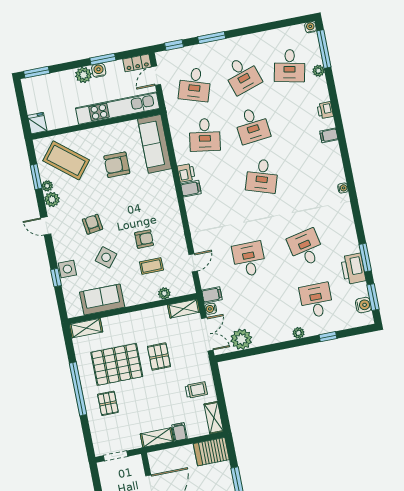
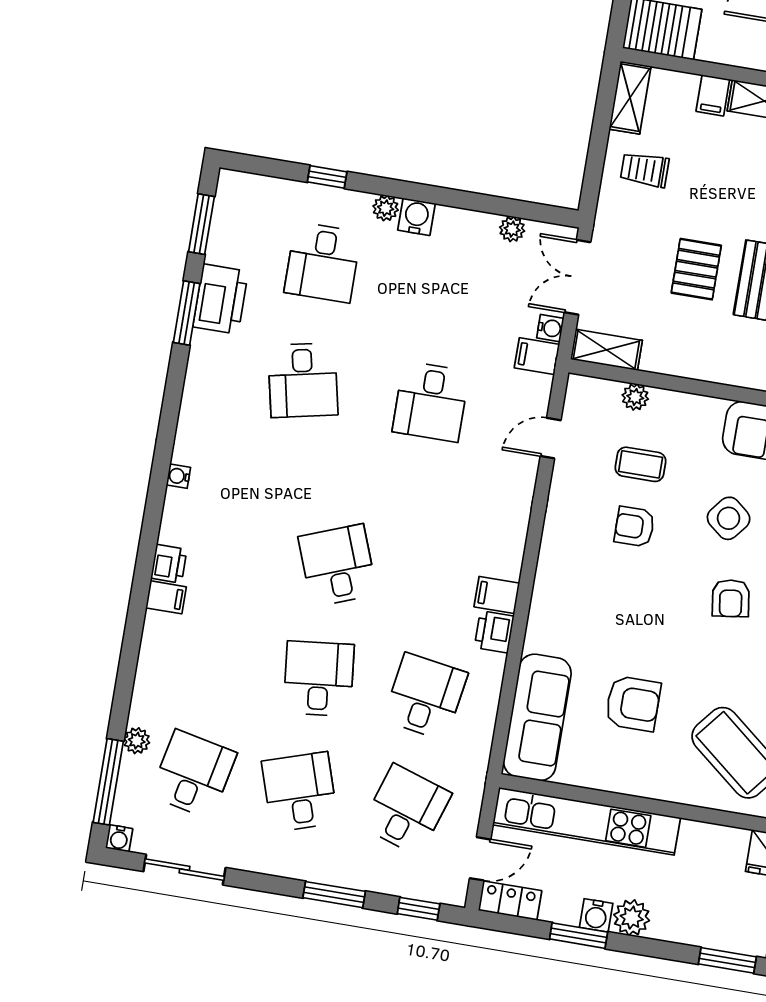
sliding door: (278, 24) -> (184, 870), added
printer: (325, 110) -> (169, 564), moved
desk: (262, 176) -> (338, 565), turned -39
water cooler: (363, 305) -> (416, 217), moved, turned 90
plant: (241, 339) -> (512, 229), width x0.53, depth x0.53

